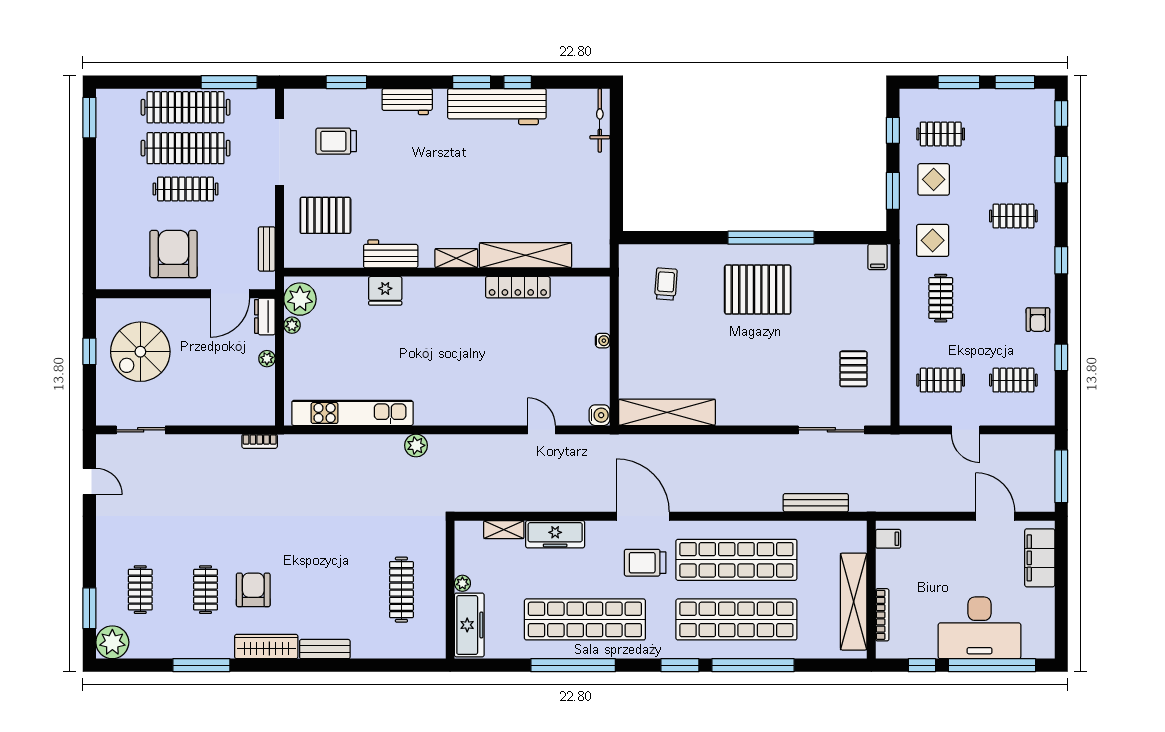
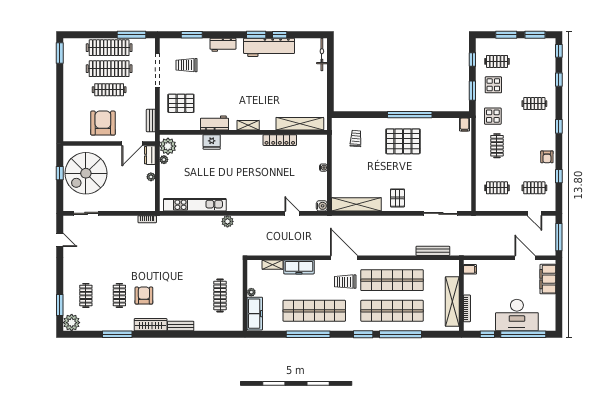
shelving: (525, 255) -> (300, 124), moved
spiral stairs: (140, 352) -> (86, 173), width x1.37, depth x1.37
pallet: (853, 369) -> (397, 198), moved
door: (966, 430) -> (534, 213), moved

